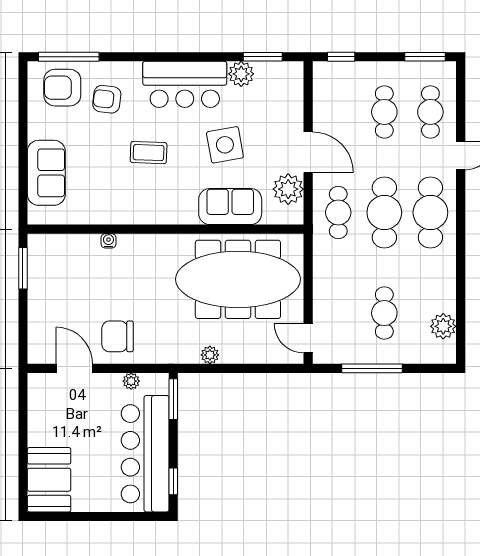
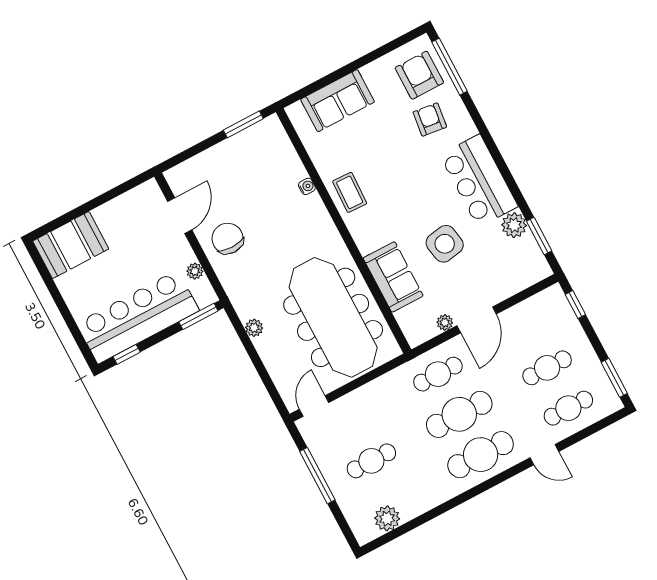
coffee table: (149, 153) -> (350, 192), moved
plant: (288, 189) -> (445, 323), width x0.53, depth x0.53

